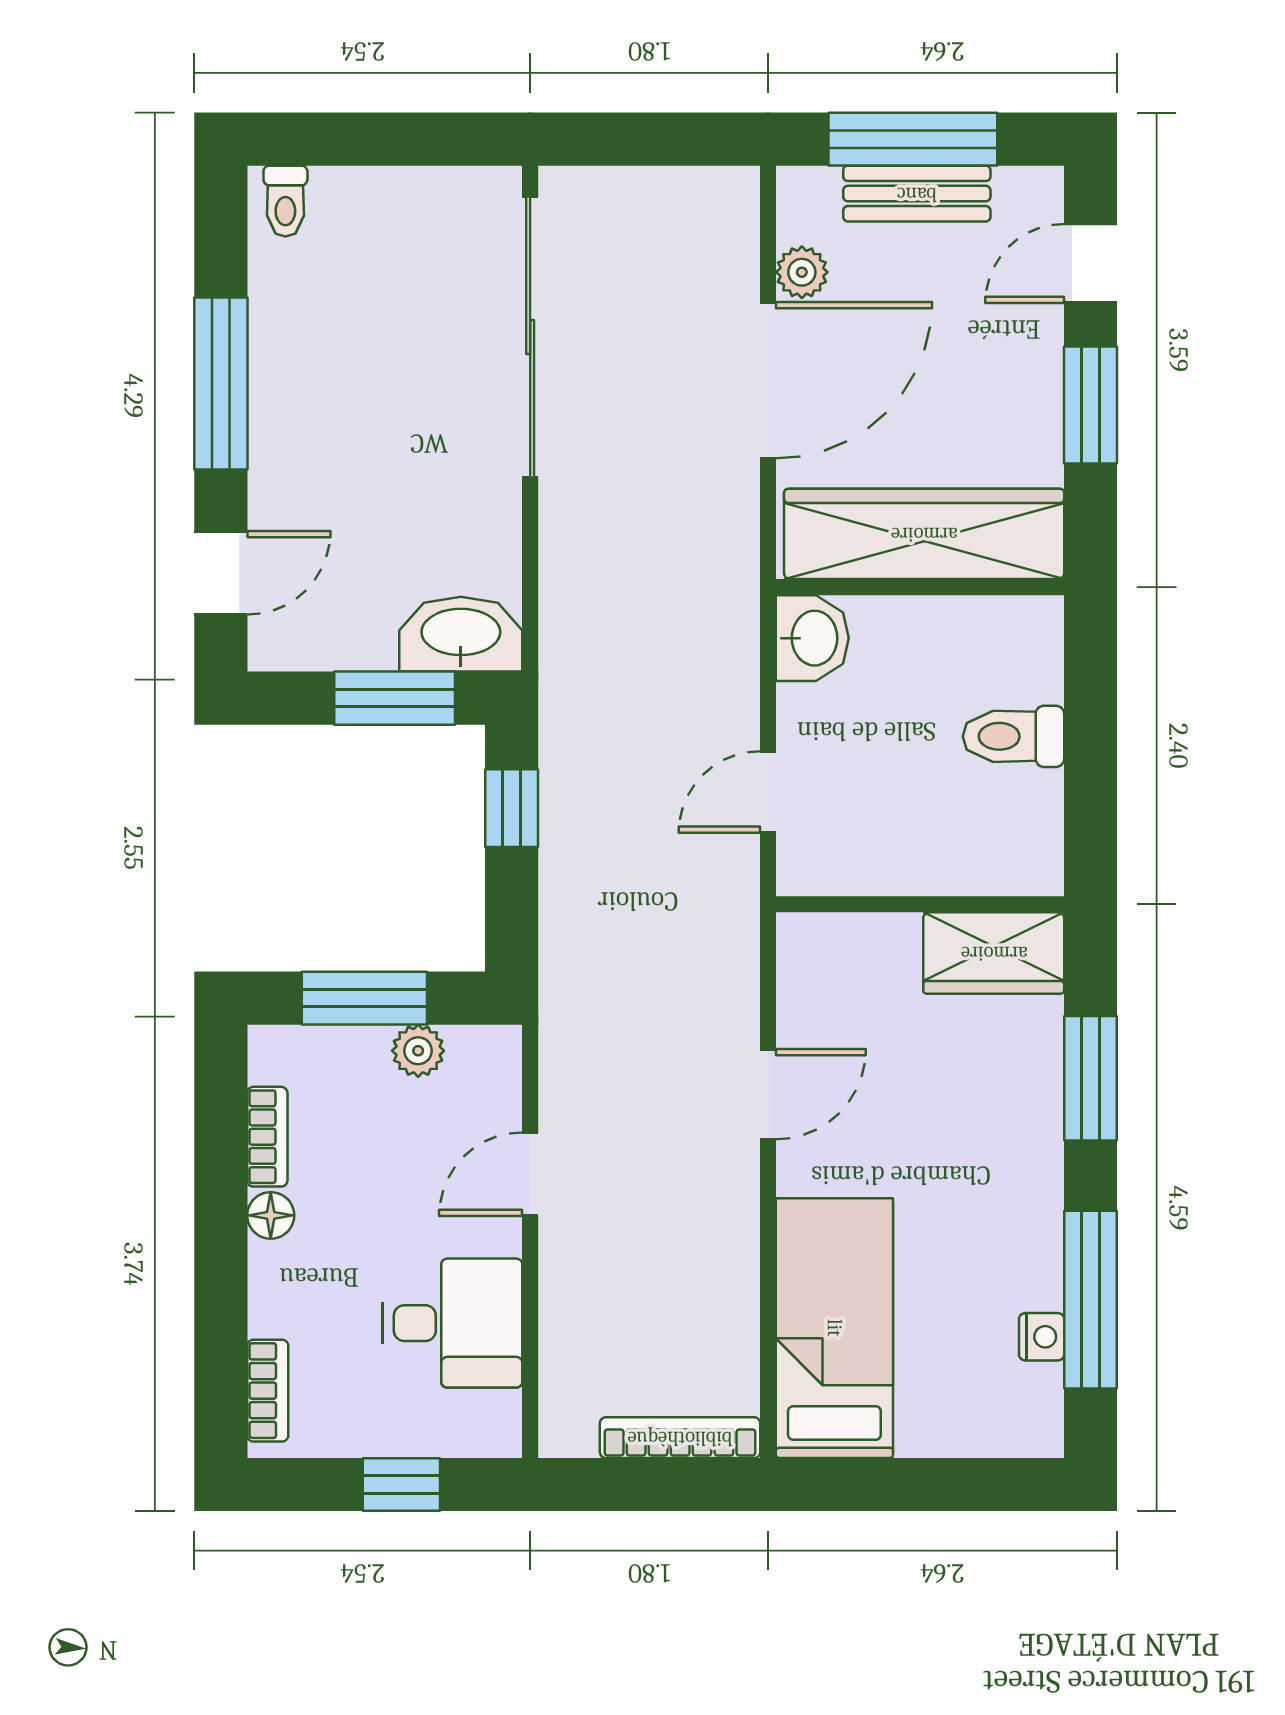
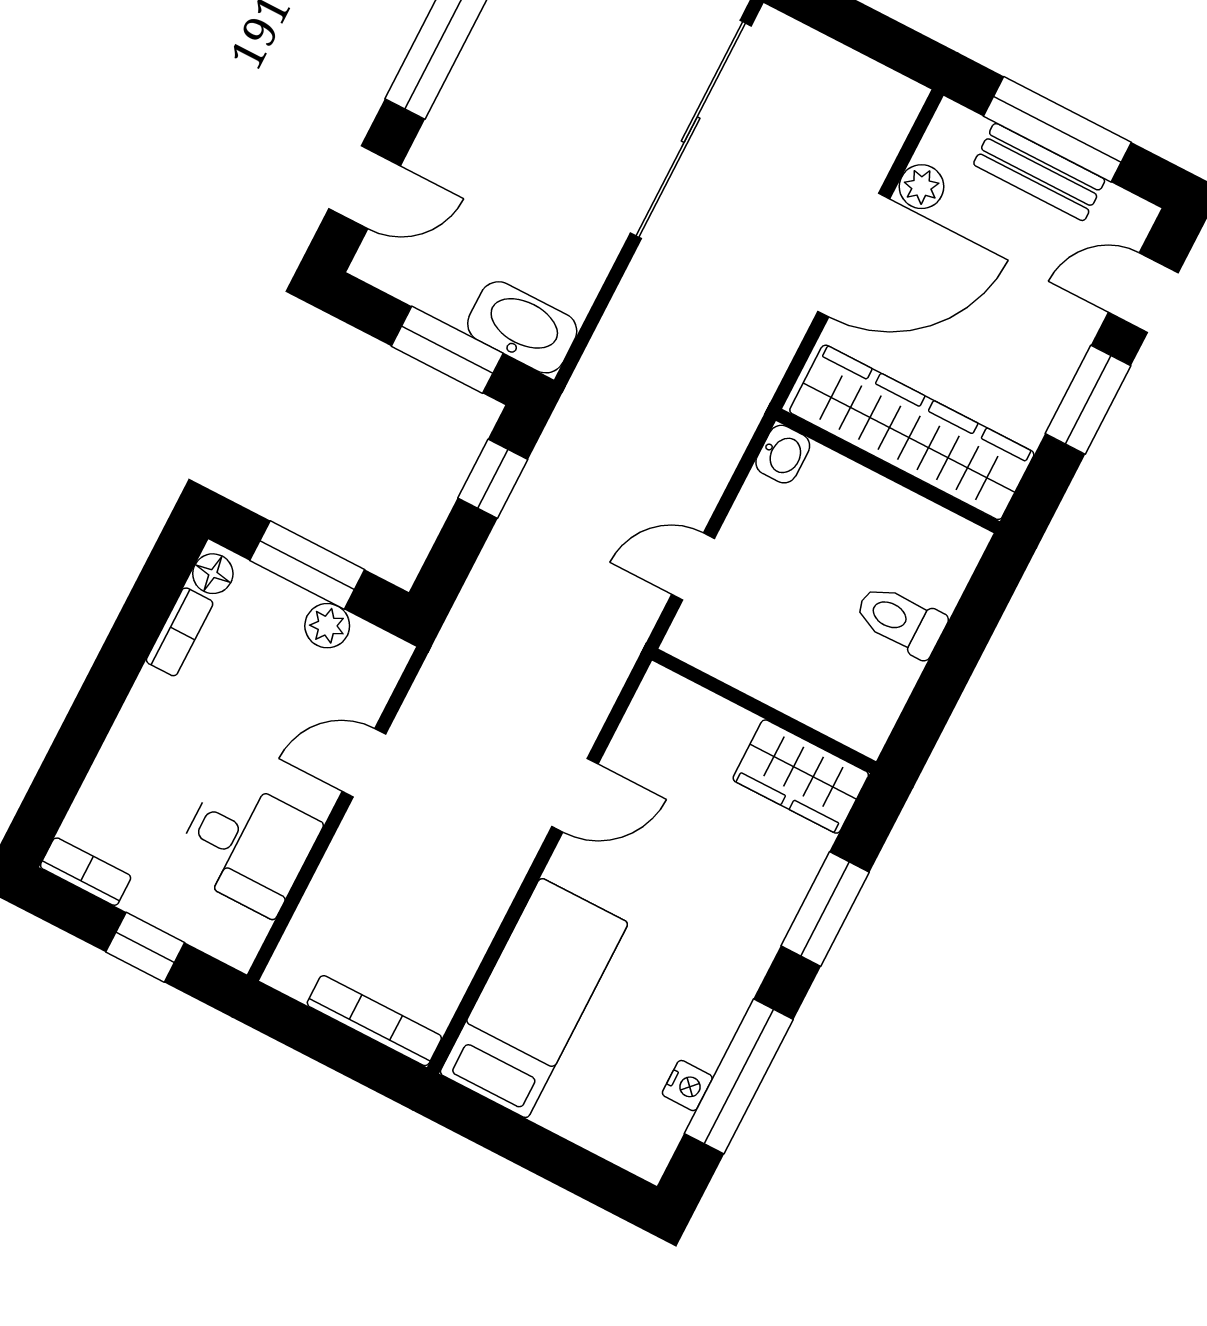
washbasin: (812, 638) -> (783, 454), width x0.72, depth x0.69
floor lamp: (271, 1215) -> (213, 574), moved
bookcase: (268, 1391) -> (86, 872), moved, turned -90

